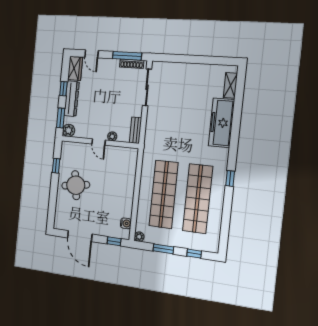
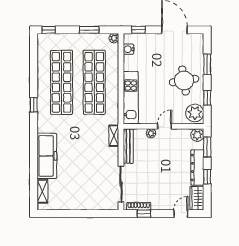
door: (92, 54) -> (181, 214), hinge flipped
window: (127, 56) -> (144, 214), width x0.46
bench: (135, 130) -> (128, 146), width x1.36
shelving: (149, 137) -> (114, 136), added
door: (99, 142) -> (164, 126), hinge flipped
plant: (69, 152) -> (195, 113), added
kitchen unit: (129, 174) -> (131, 98), added
window: (53, 198) -> (207, 64), added
window: (194, 254) -> (49, 30), moved

